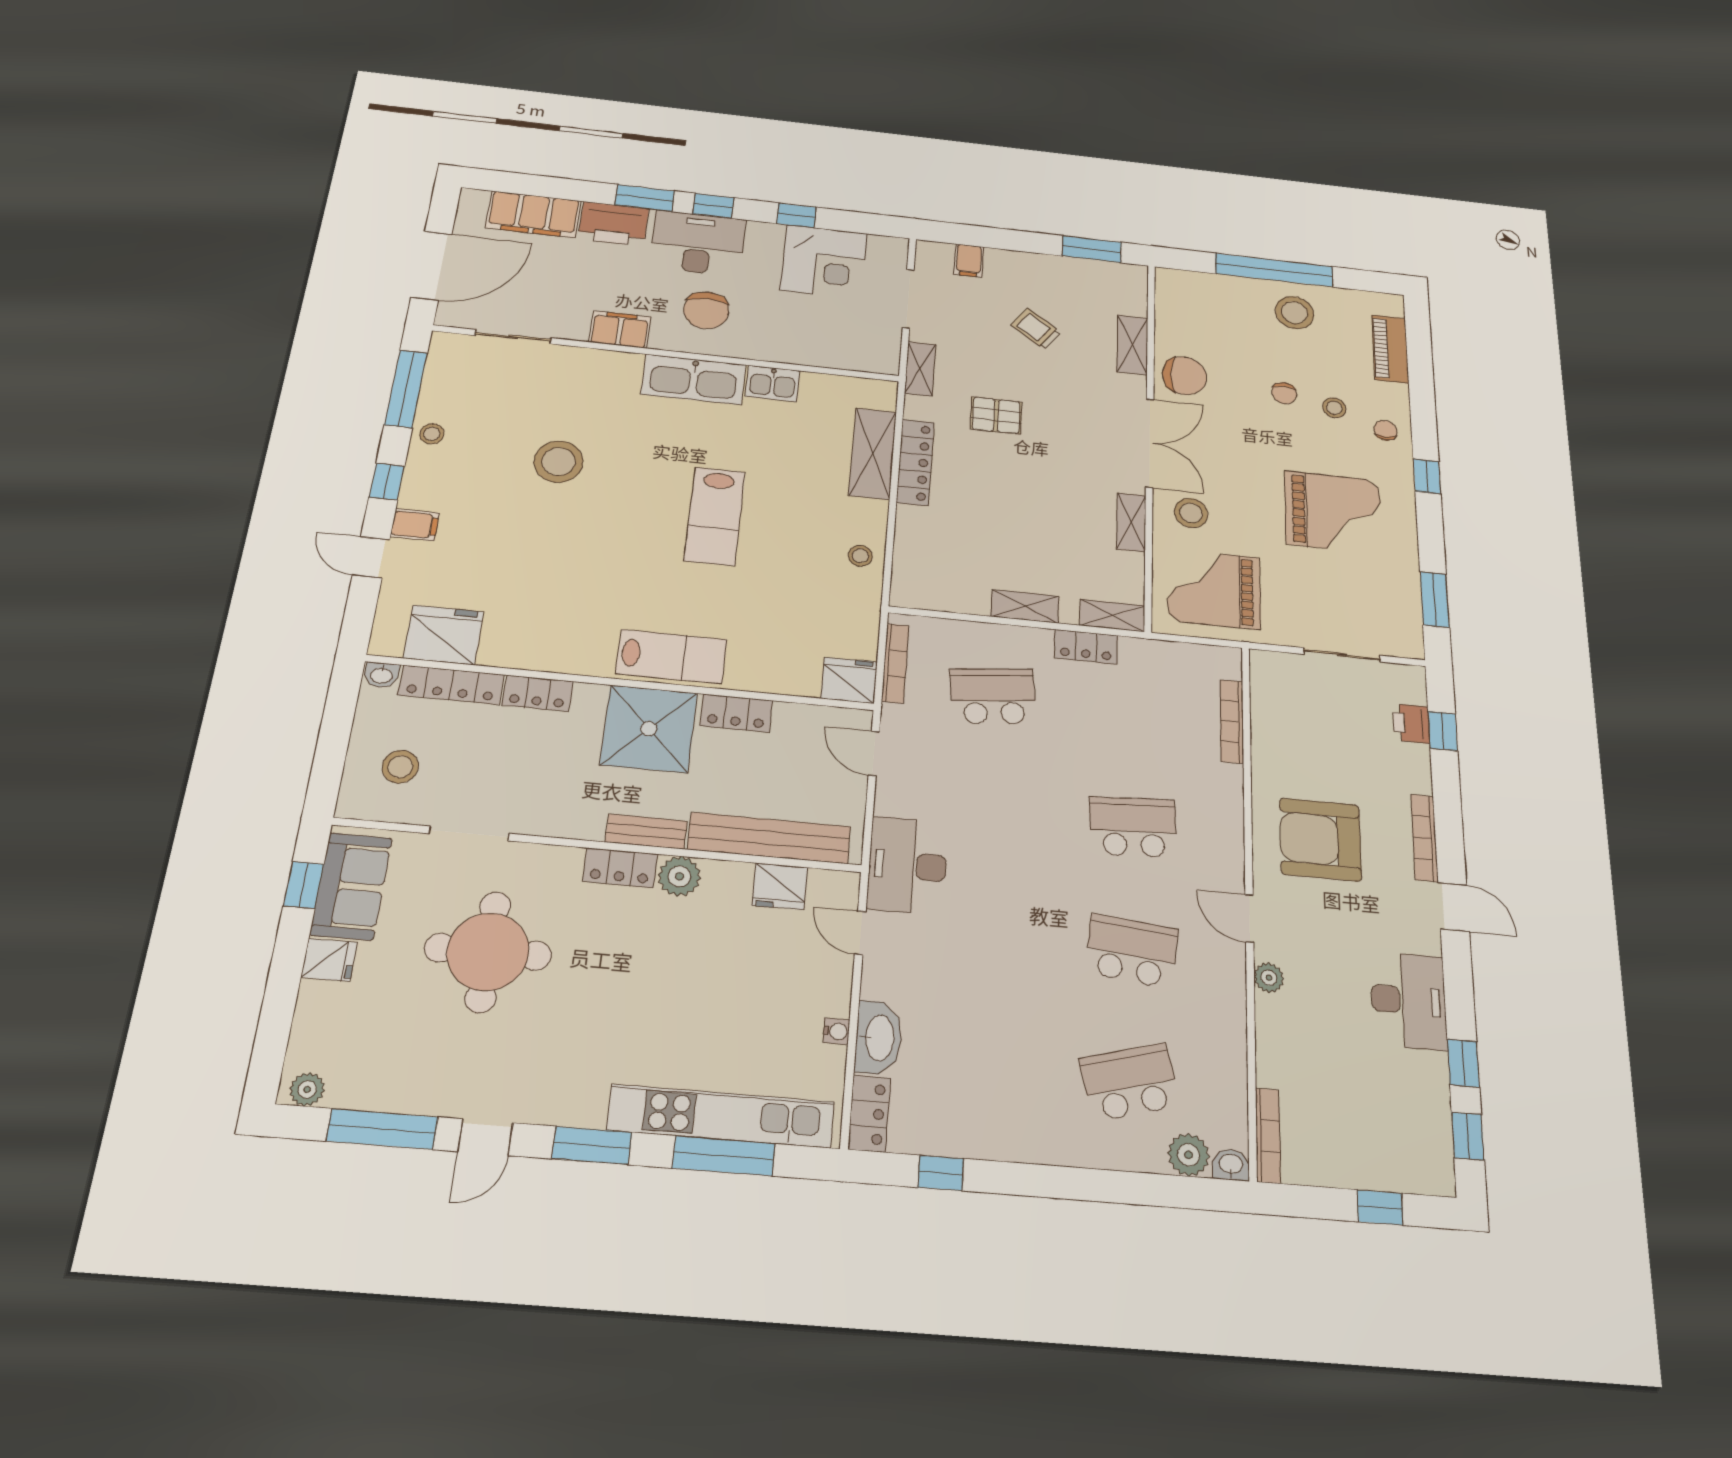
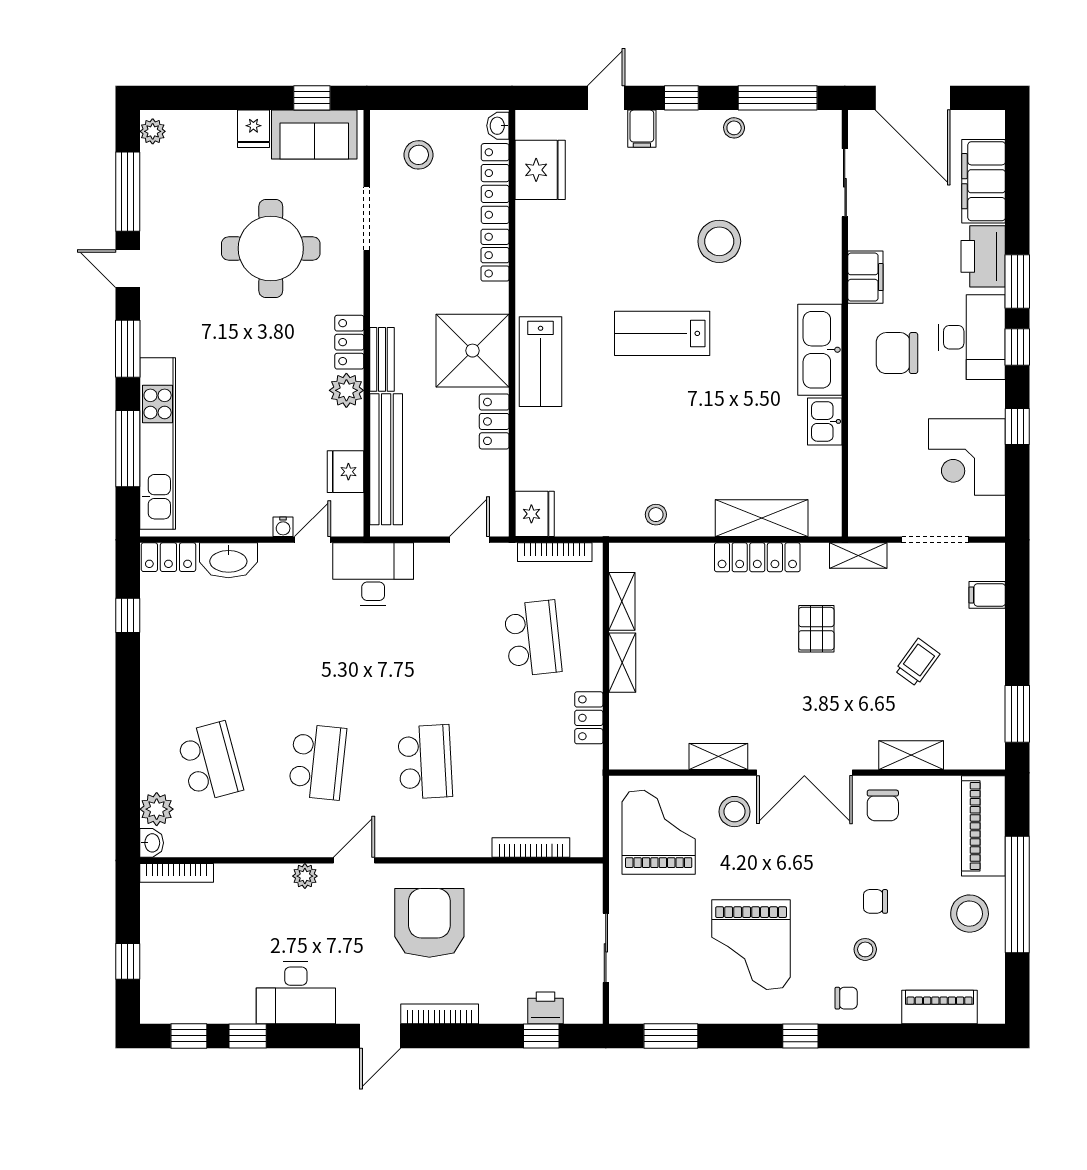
piano: (1205, 291) -> (983, 826), added
chair: (1185, 376) -> (883, 805), width x0.73, depth x0.73
lab bench: (715, 516) -> (662, 333), moved
shelving: (1112, 616) -> (622, 601), moved
water cooler: (836, 1031) -> (283, 527), moved

